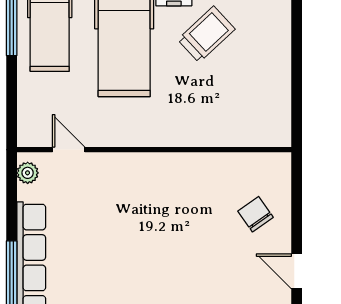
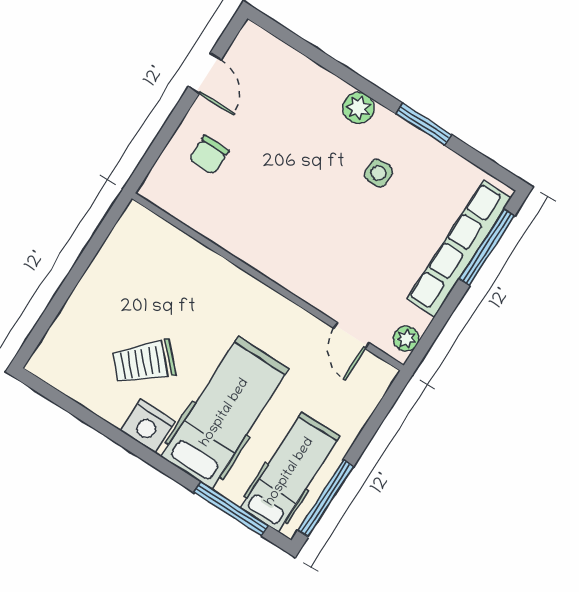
chair: (256, 214) -> (209, 155), turned 35
side table: (125, 280) -> (378, 173), added

